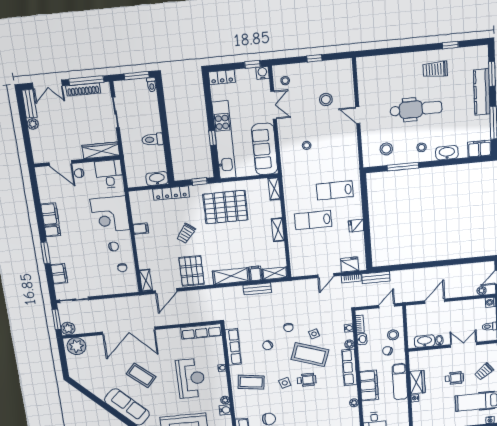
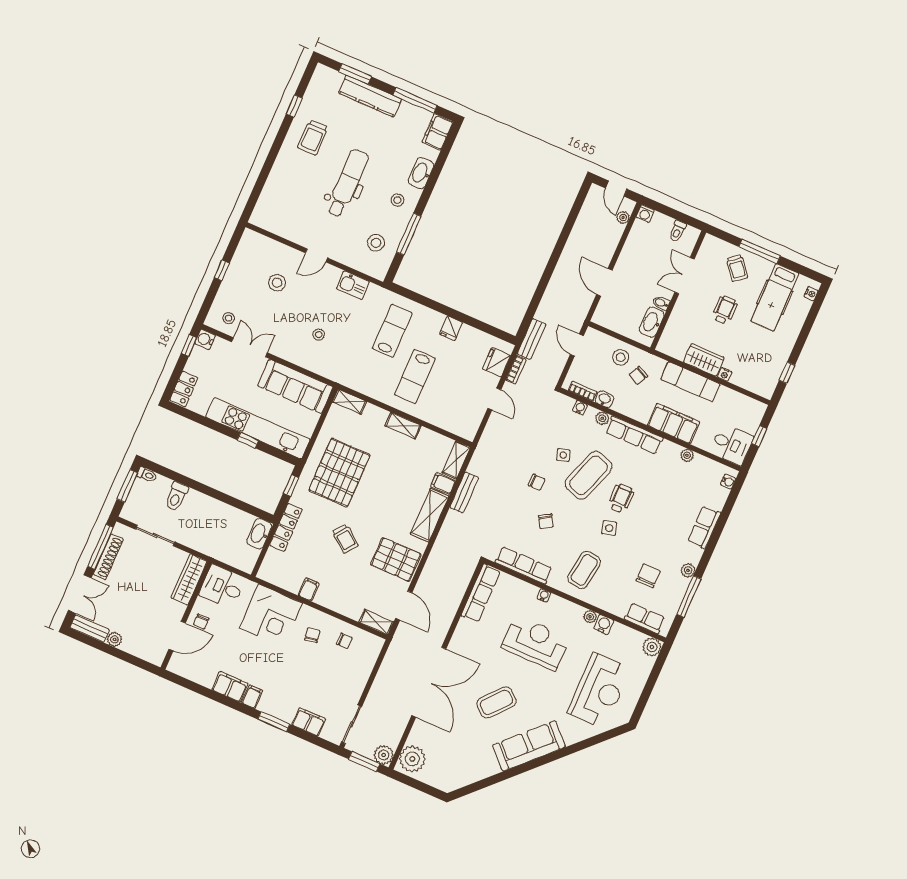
toilet: (152, 140) -> (176, 497), moved
kitchen sink: (351, 149) -> (353, 285), added
lab bench: (335, 190) -> (392, 331), turned 180

